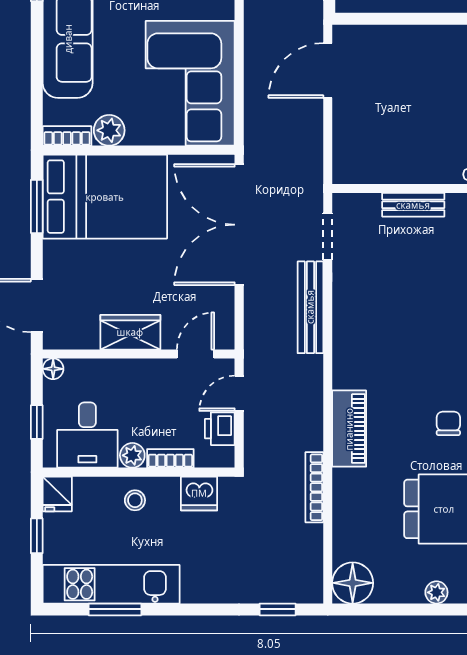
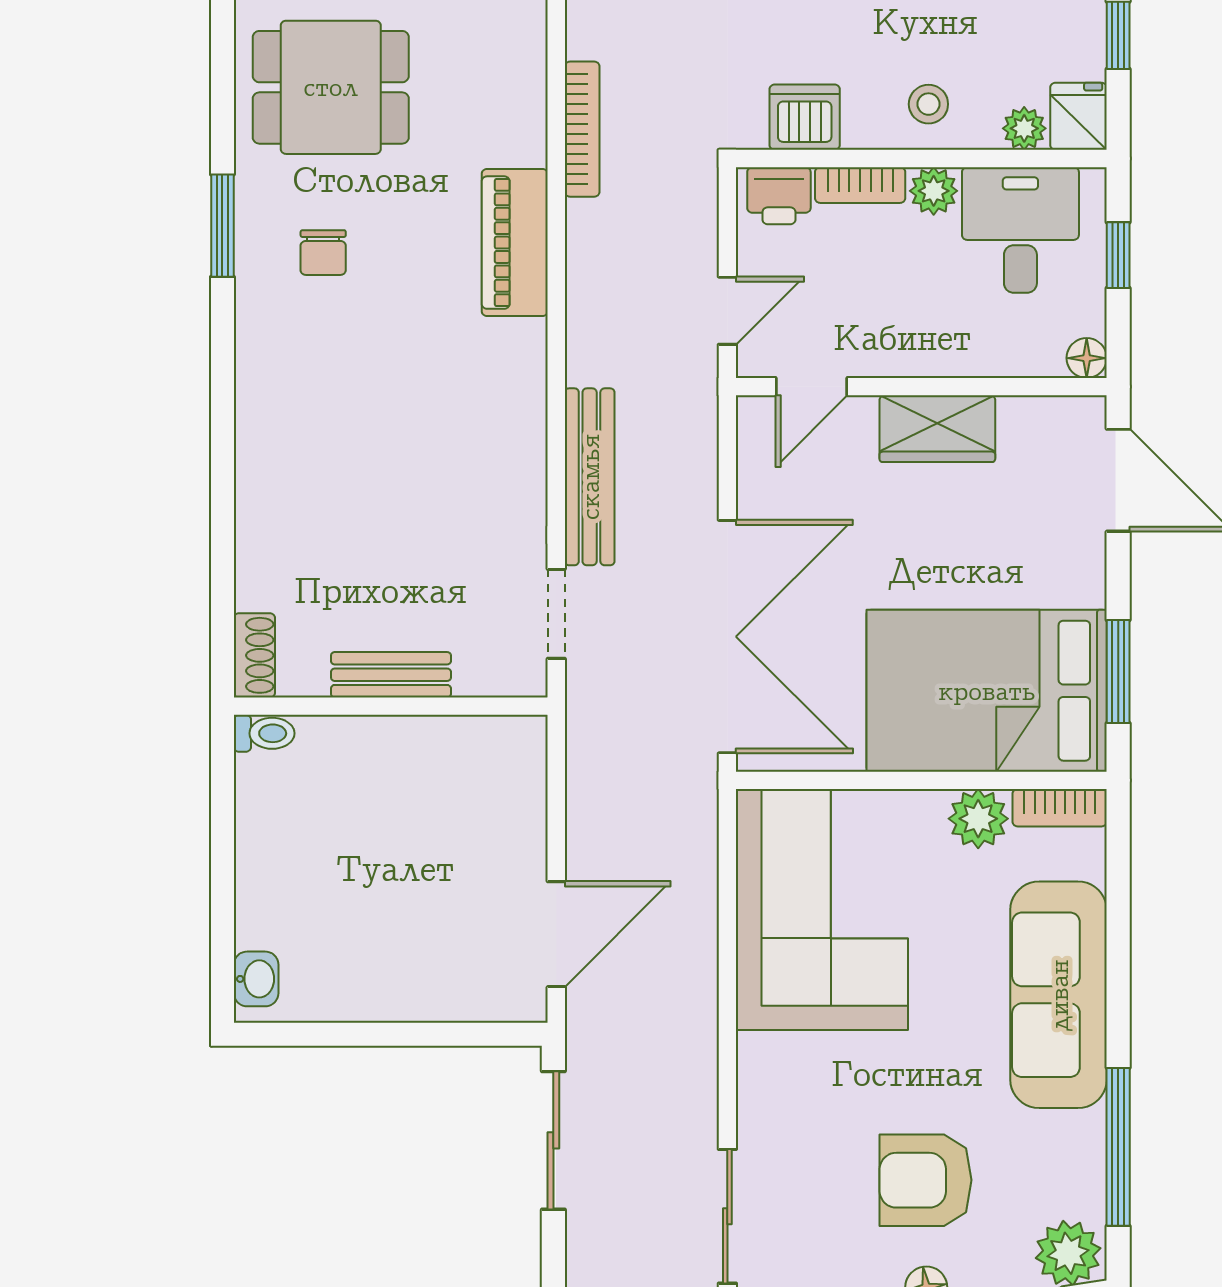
printer: (220, 429) -> (779, 196), moved, turned 90
plant: (85, 488) -> (1024, 128), added

